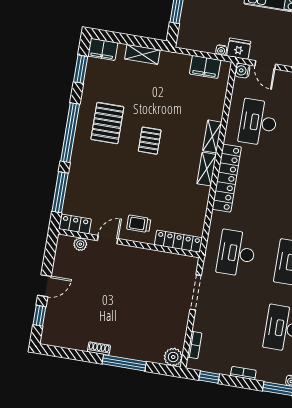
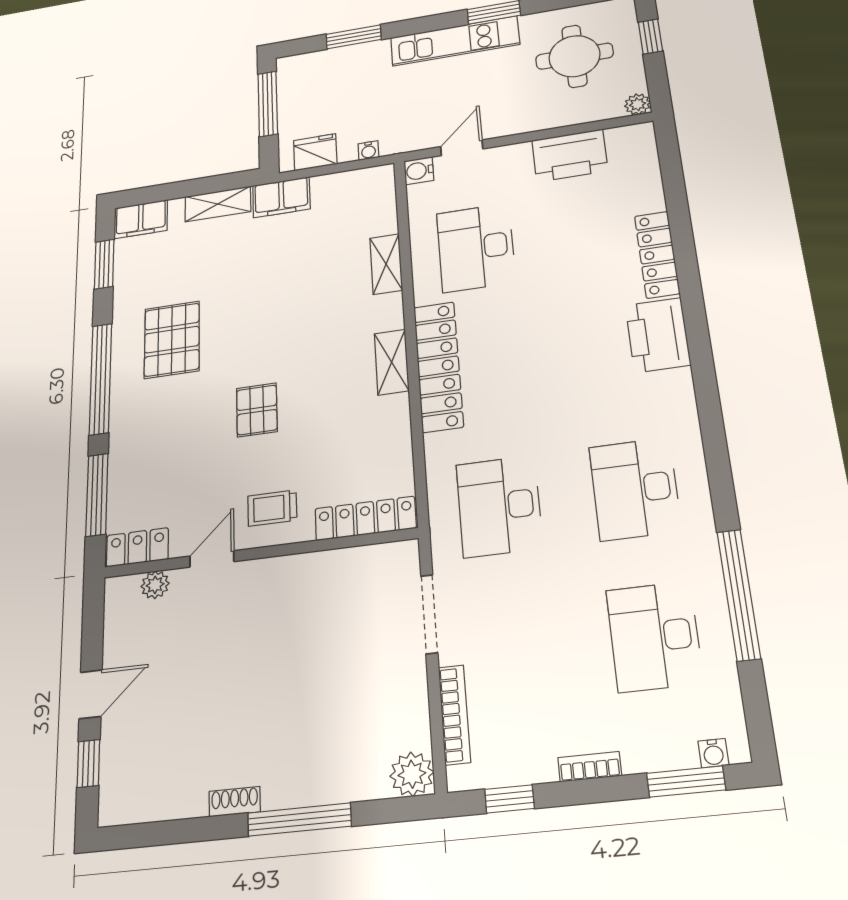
fridge: (239, 49) -> (315, 152), moved
door: (265, 65) -> (462, 148), swing flipped
filing cabinet: (205, 67) -> (281, 197), moved
shelving: (212, 136) -> (386, 264), moved
pallet: (150, 141) -> (257, 410), moved
bookcase: (195, 345) -> (454, 715), width x1.56

